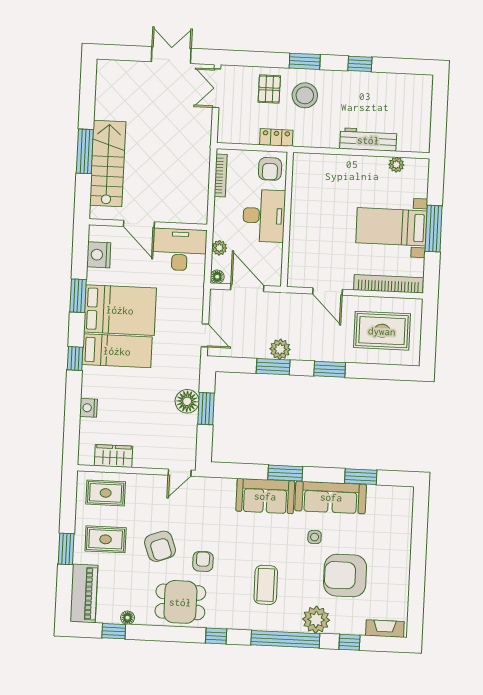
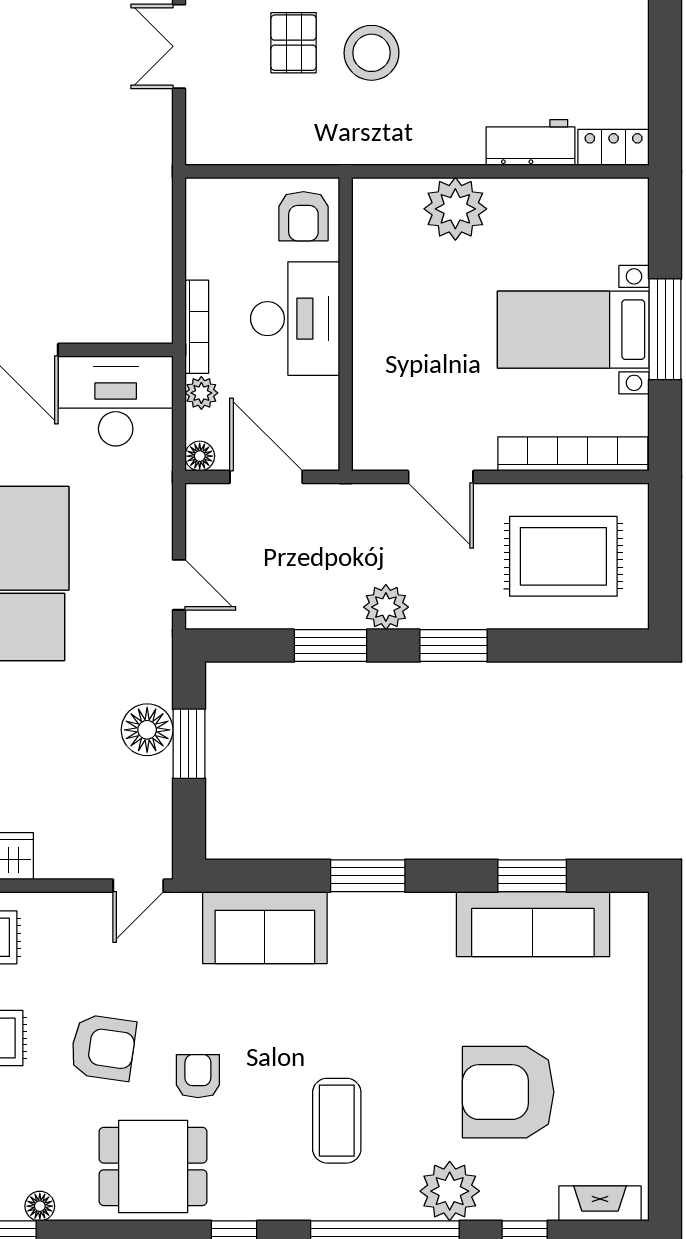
locker: (276, 137) -> (614, 147), moved
workbench: (368, 140) -> (530, 142), width x0.73
plant: (396, 165) -> (455, 209), moved, width x1.88, depth x1.88
bookcase: (221, 176) -> (197, 327), moved
plant: (280, 349) -> (386, 607), moved
sofa: (265, 496) -> (265, 928), moved
sofa: (331, 497) -> (533, 924), moved
side table: (315, 537) -> (438, 1012), removed
armchair: (160, 546) -> (103, 1048), turned -62

